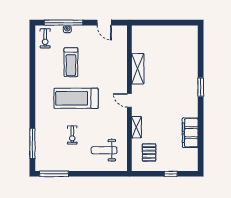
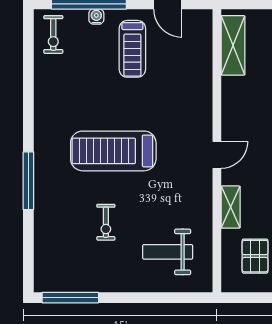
treadmill: (71, 62) -> (132, 49), moved
shelving: (138, 69) -> (233, 45), moved
door: (129, 100) -> (217, 155), swing flipped
window: (32, 143) -> (28, 181), moved

